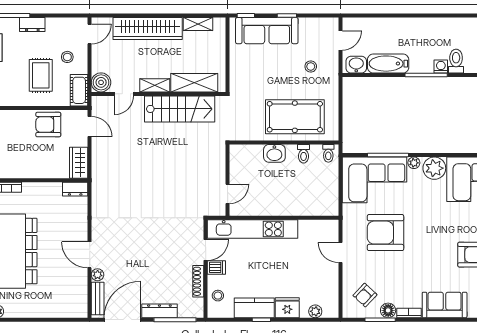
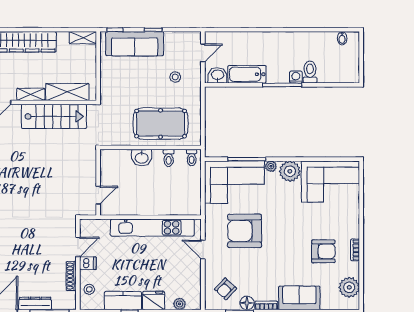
shelving: (198, 24) -> (83, 38), moved
kitchen unit: (253, 229) -> (152, 228), moved

